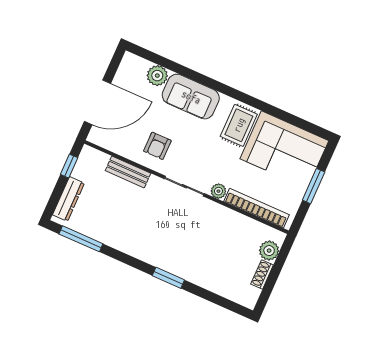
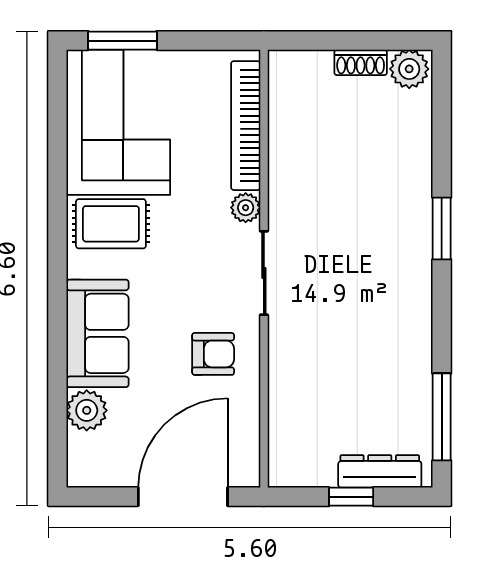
door: (97, 102) -> (183, 497), hinge flipped
window: (69, 166) -> (351, 497), moved
bench: (128, 172) -> (284, 386), removed
window: (314, 186) -> (122, 41), moved
plant: (269, 251) -> (409, 69), moved

